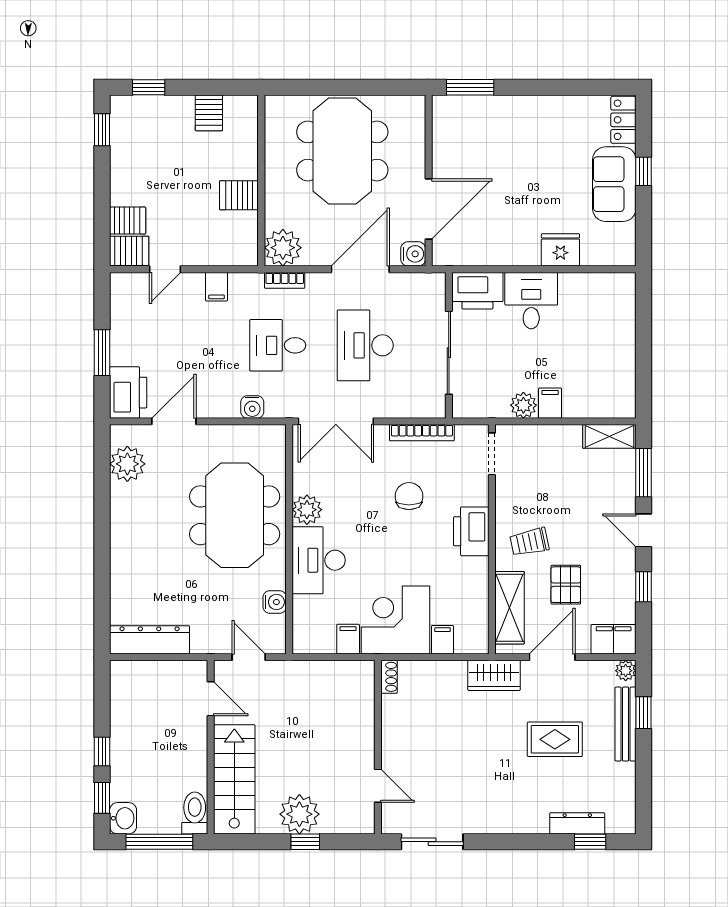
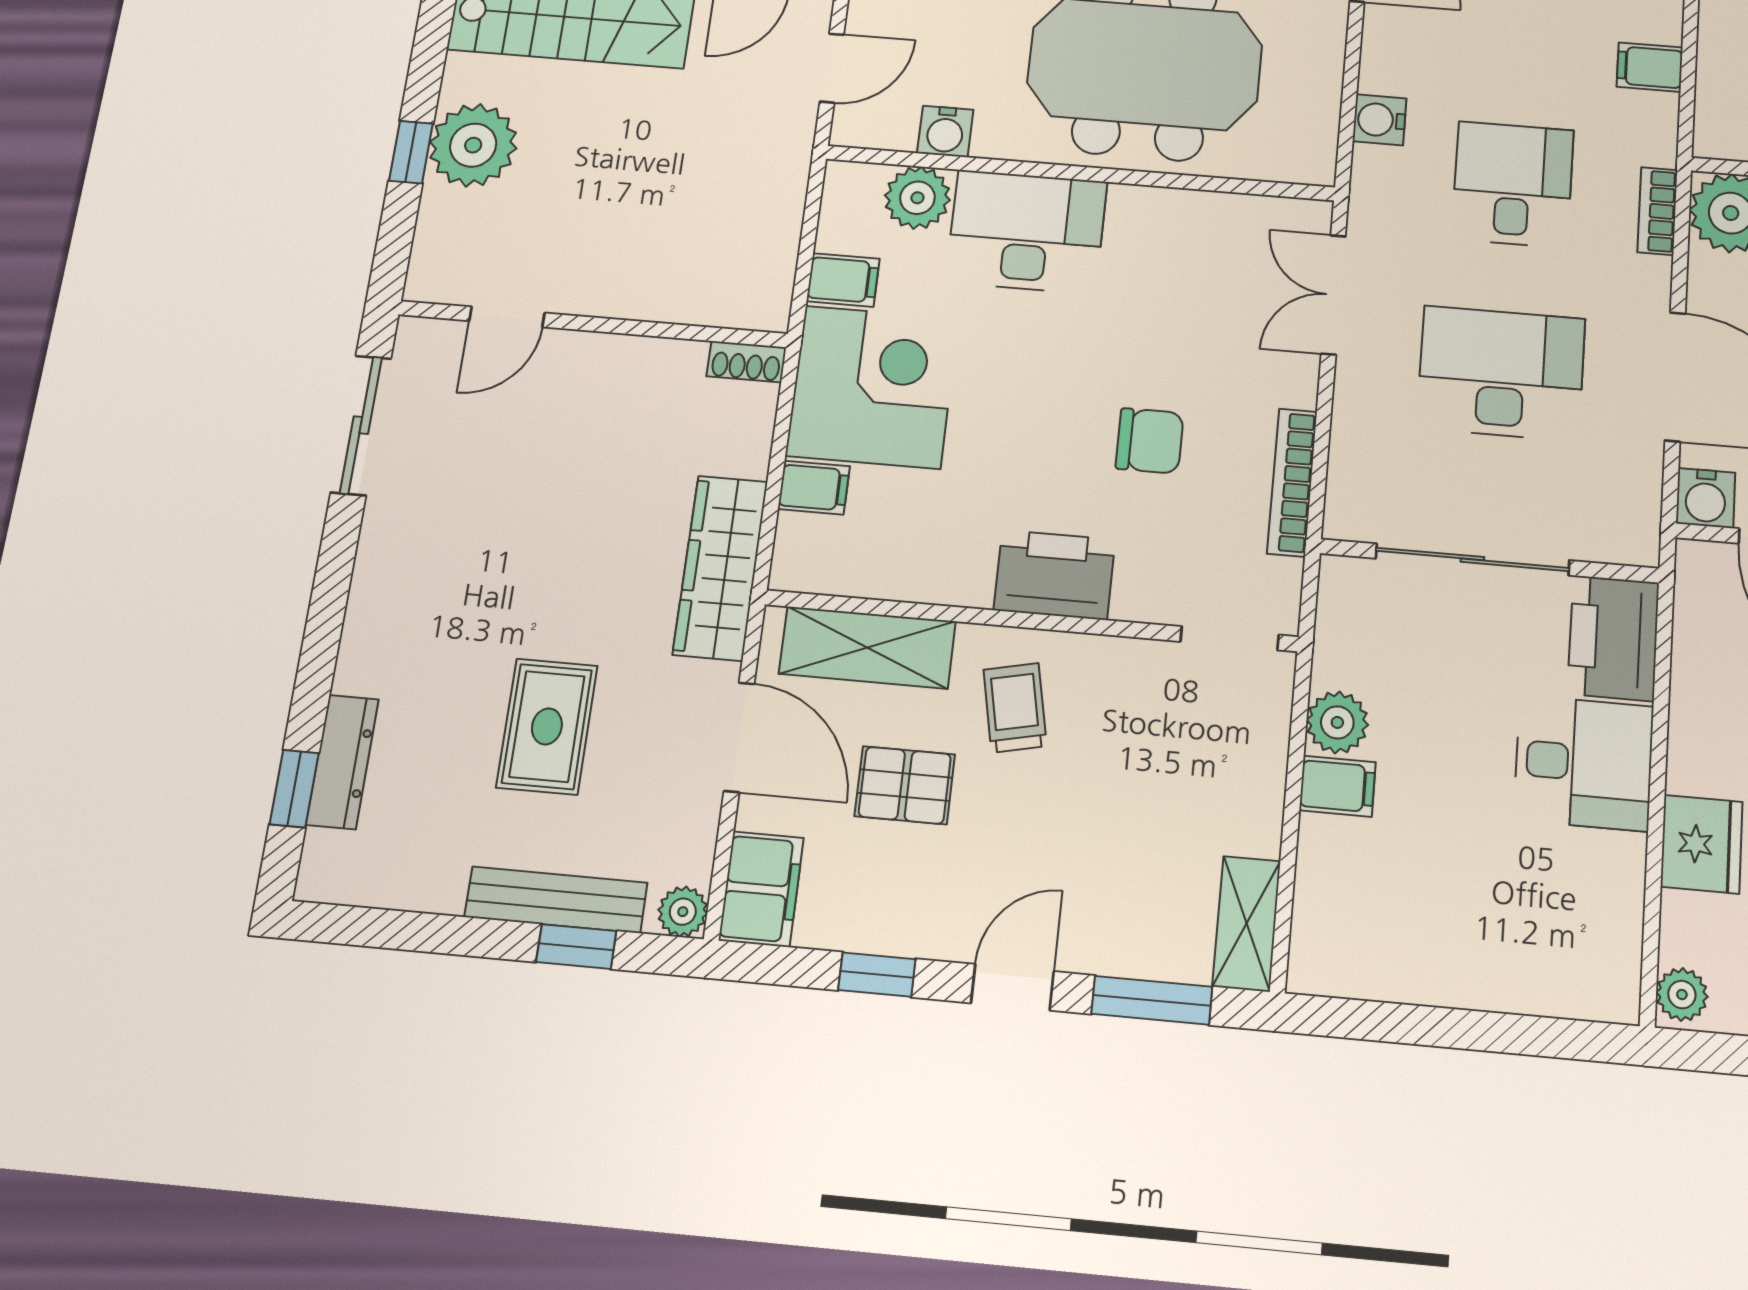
plant: (622, 256) -> (1682, 995), added
double door: (336, 421) -> (1333, 295), width x0.73
plant: (307, 510) -> (917, 198), moved
wardrobe: (494, 675) -> (720, 568), width x1.50

